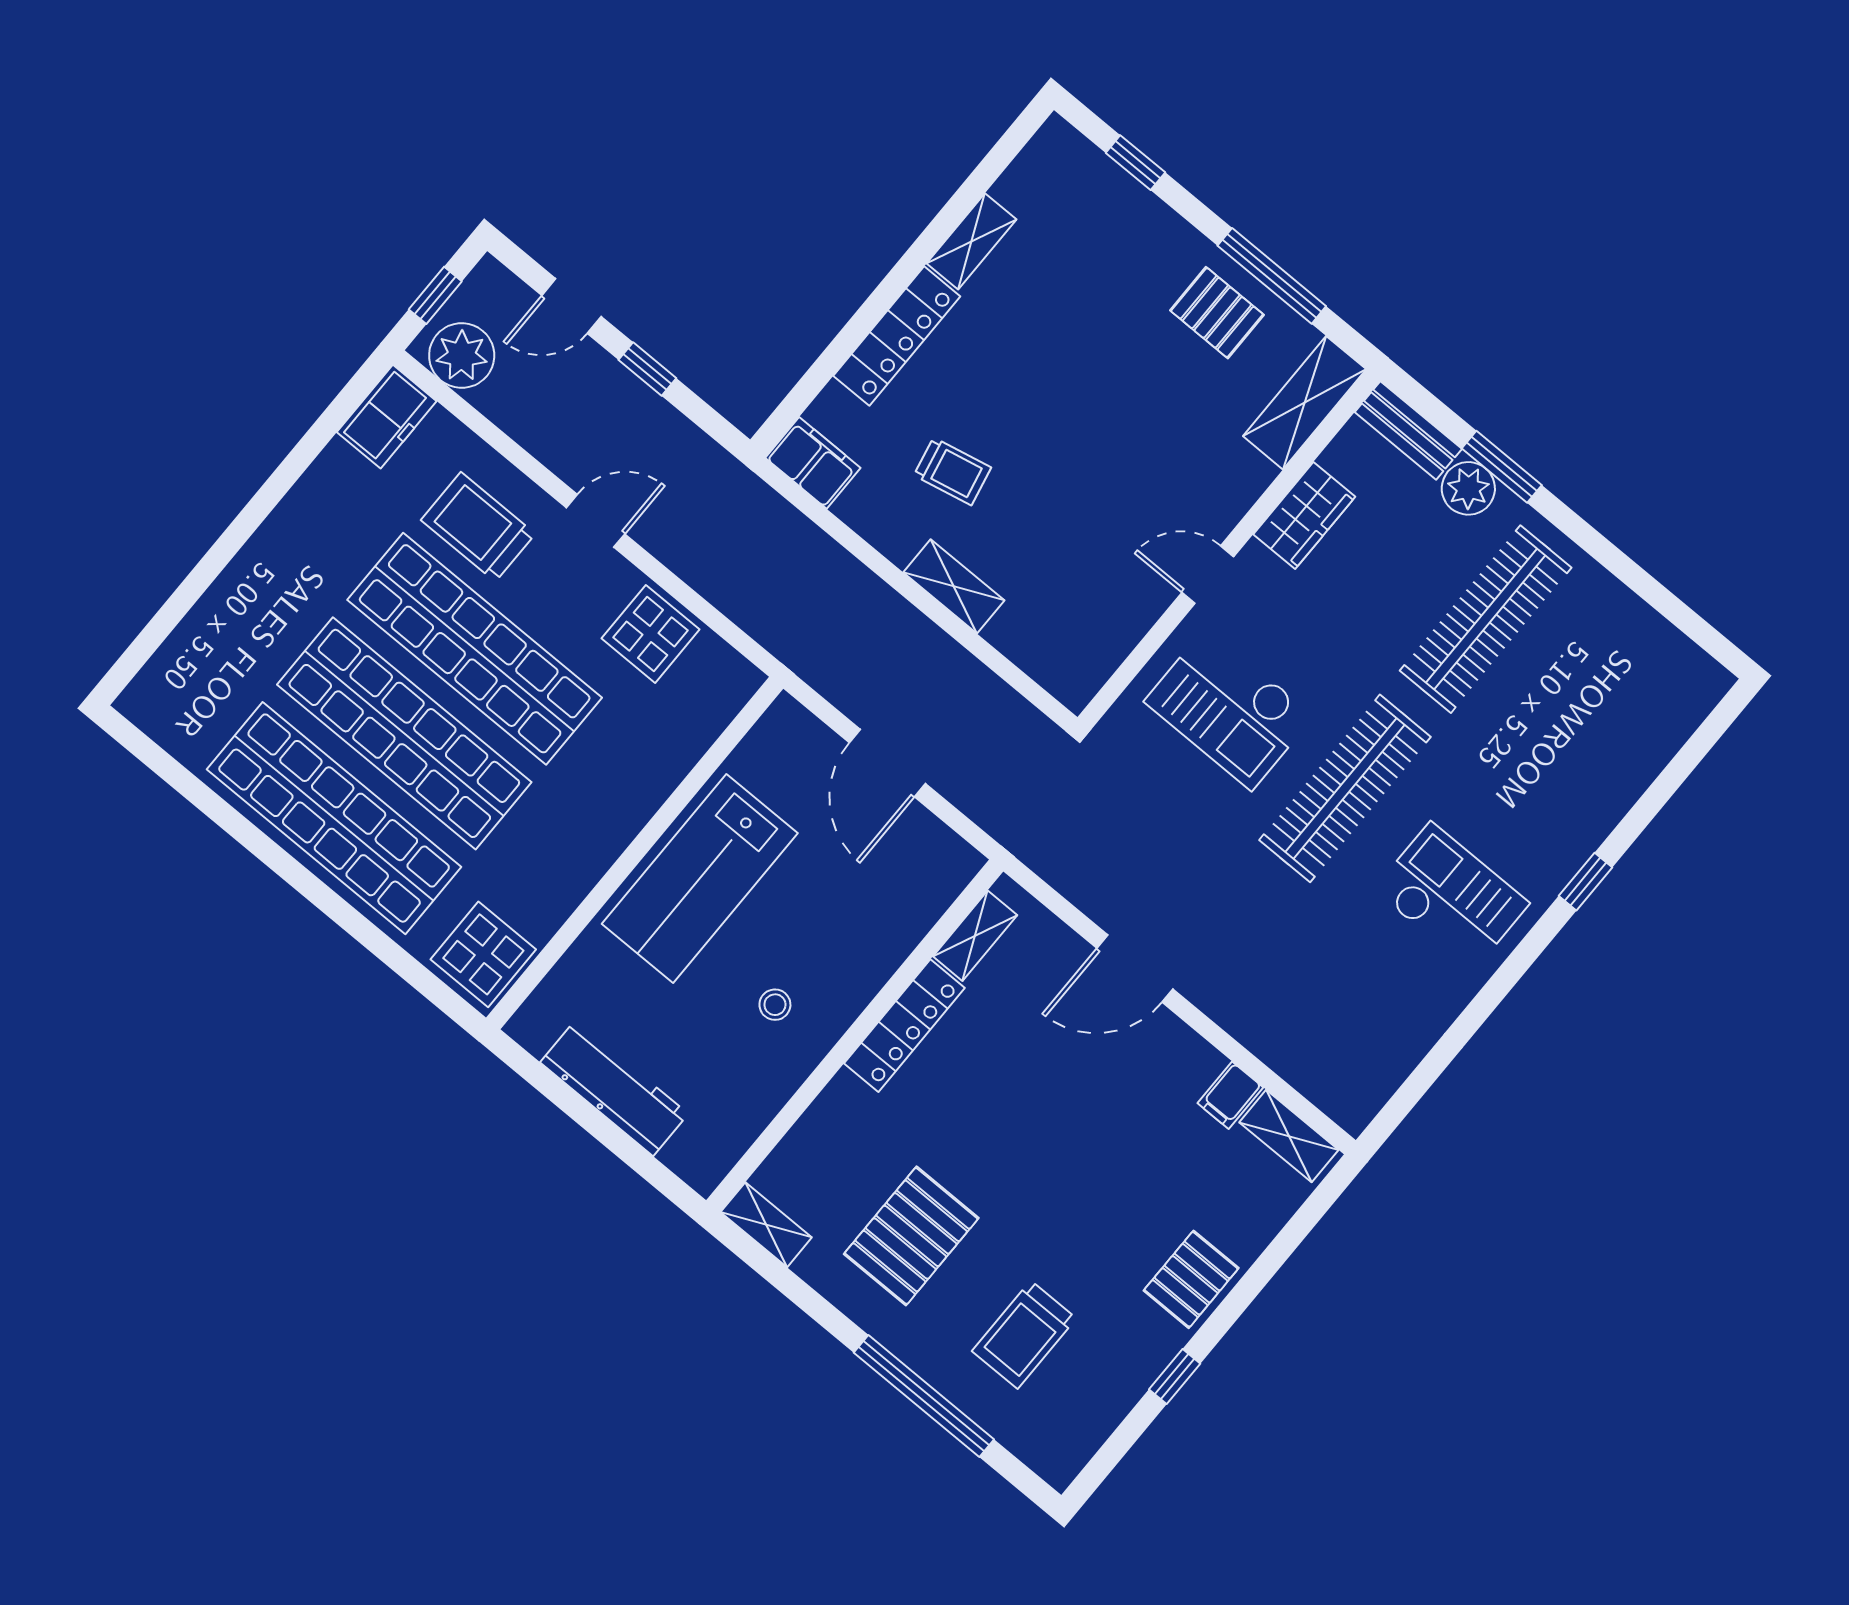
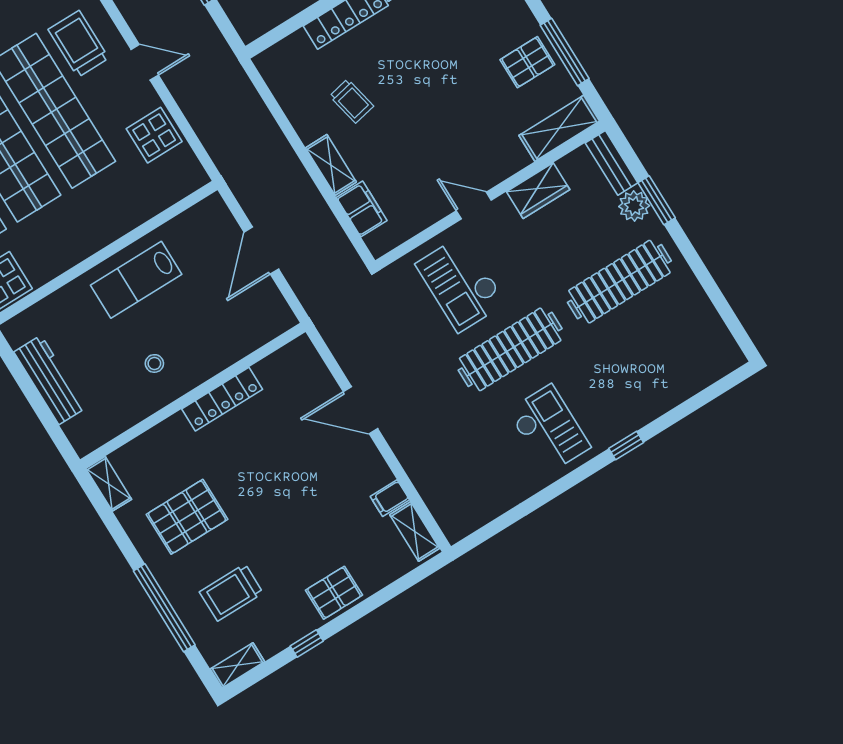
pallet: (1217, 313) -> (527, 62), turned 90
filing cabinet: (813, 463) -> (362, 209), moved
lab bench: (700, 878) -> (136, 280), width x0.73, depth x0.72
shelving: (975, 936) -> (237, 665), moved

